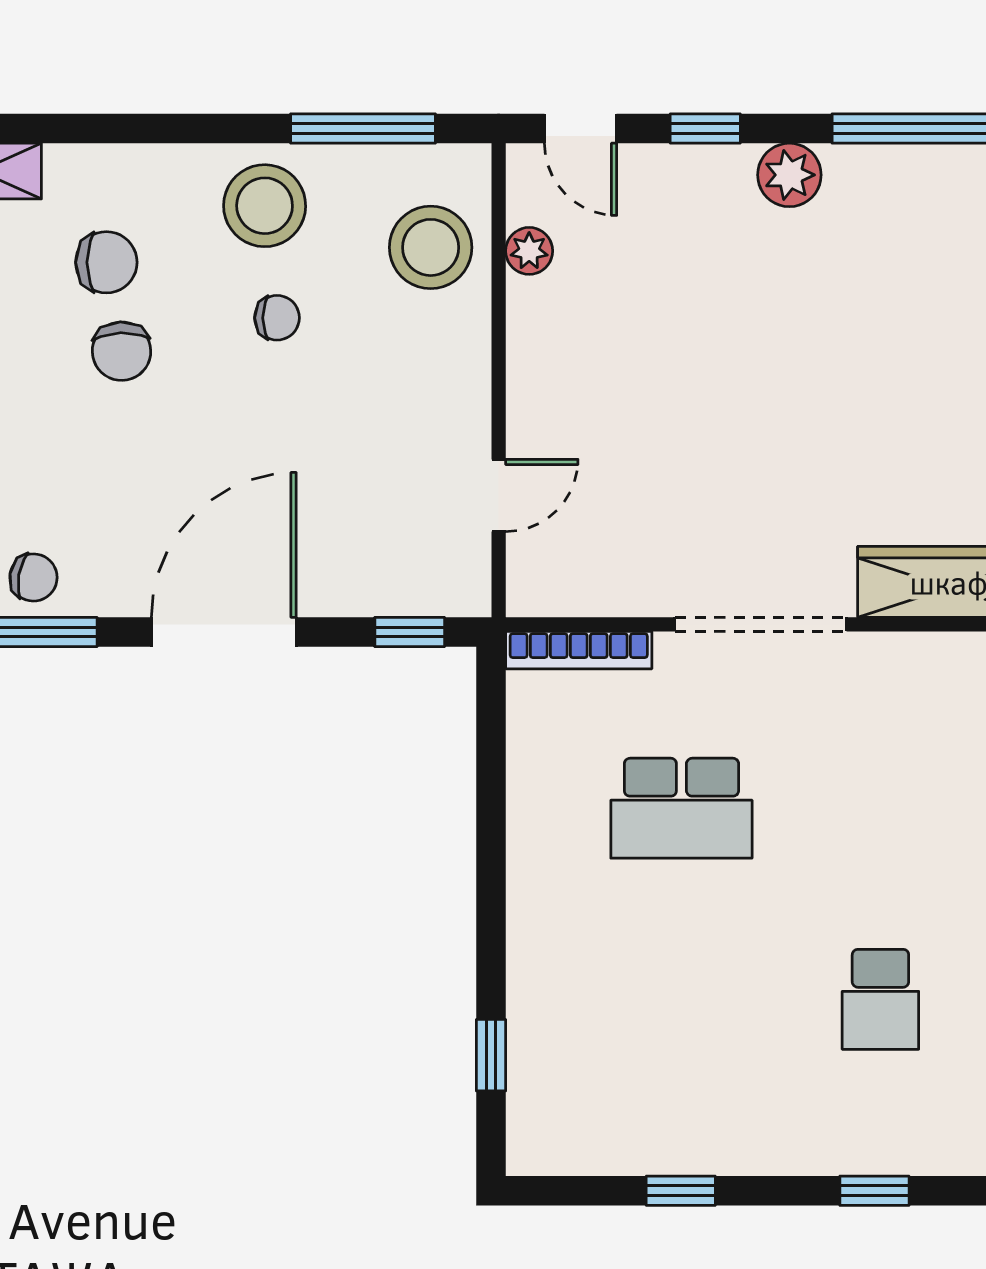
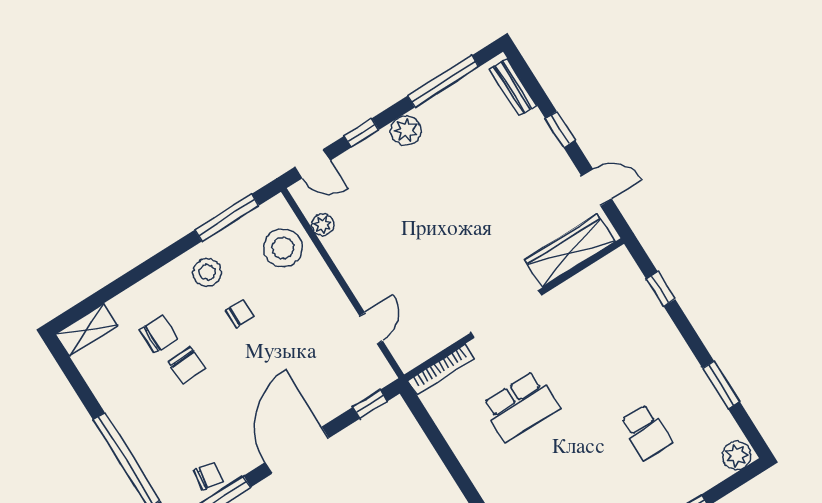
stool: (265, 206) -> (207, 272), width x0.73, depth x0.73

